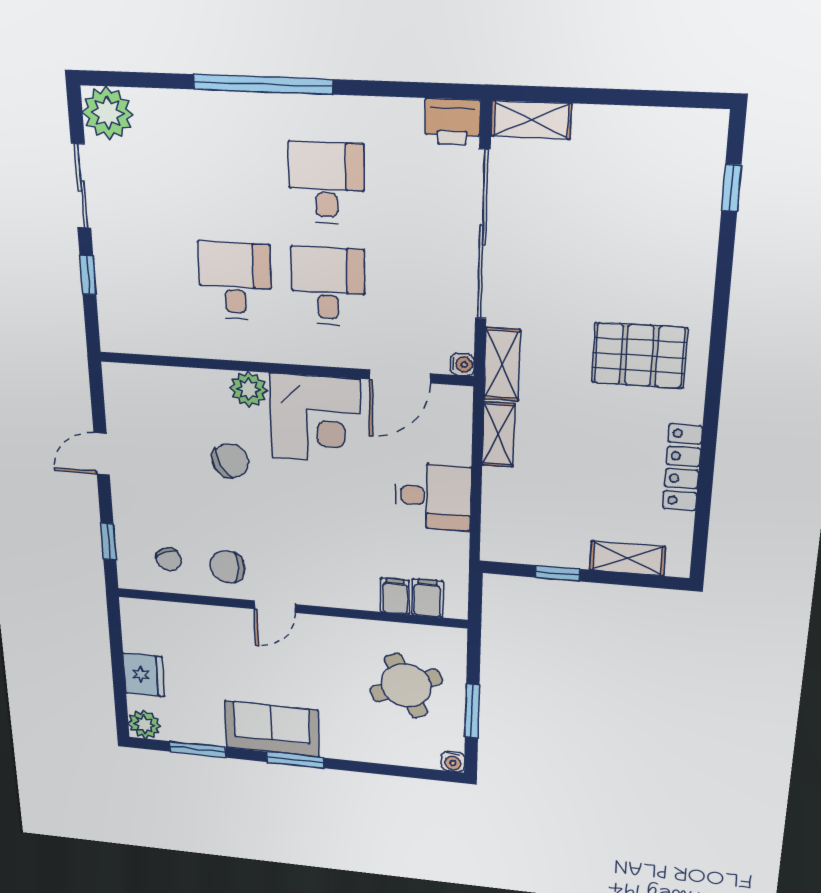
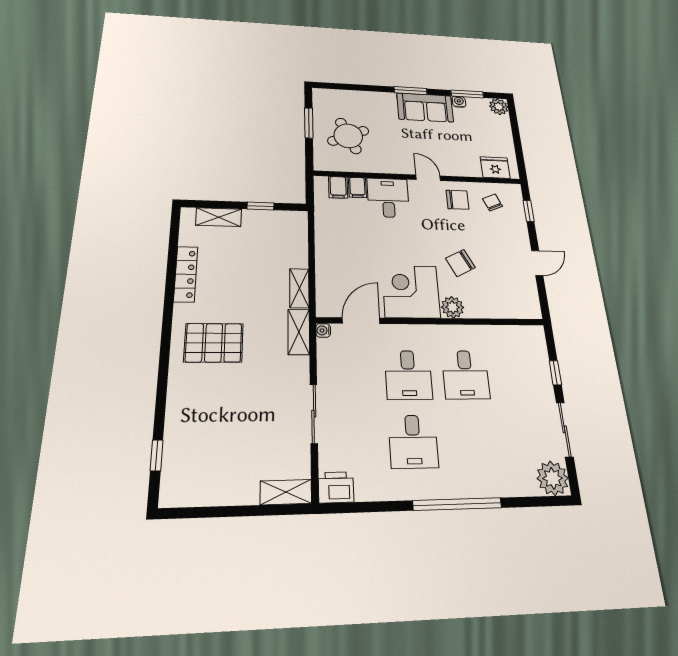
sliding door: (483, 235) -> (314, 414), width x0.54
desk: (433, 497) -> (388, 198), moved, turned 90
door: (275, 607) -> (428, 178), hinge flipped
fridge: (144, 675) -> (495, 168), moved, turned 90
water cooler: (453, 762) -> (459, 102), moved

